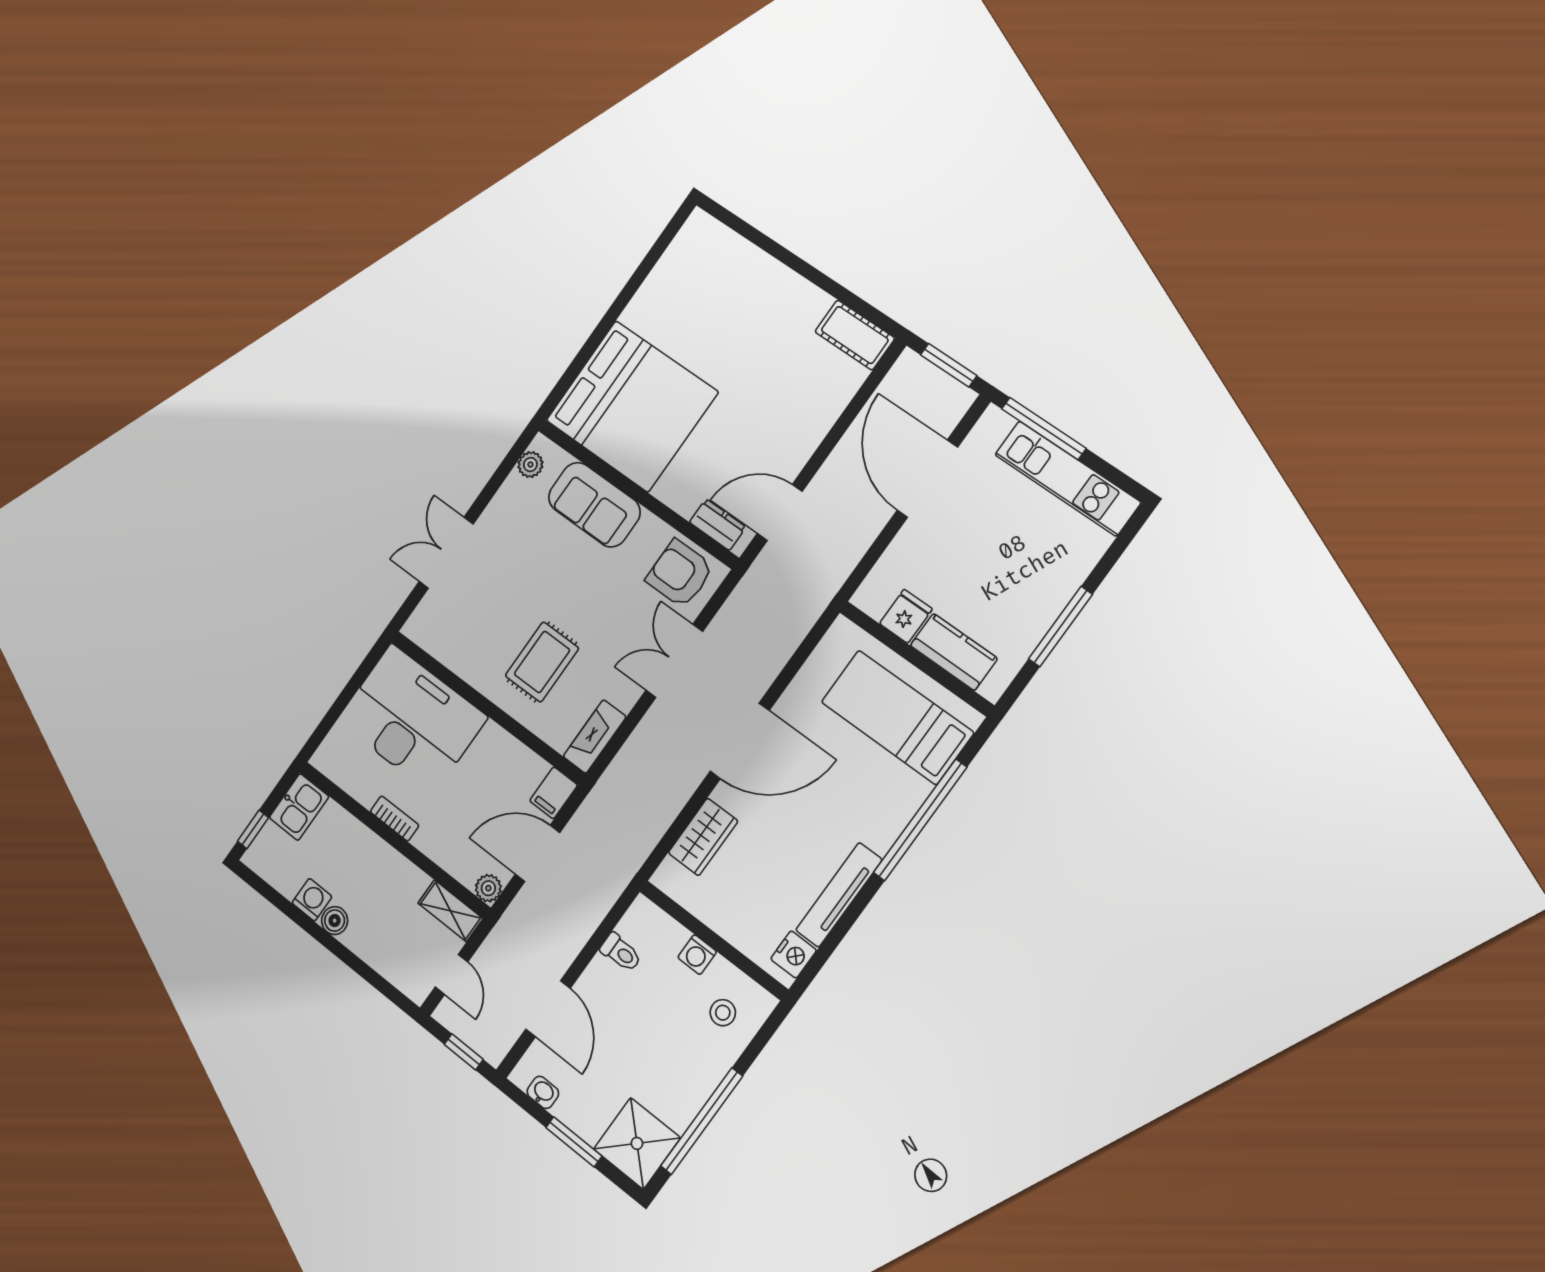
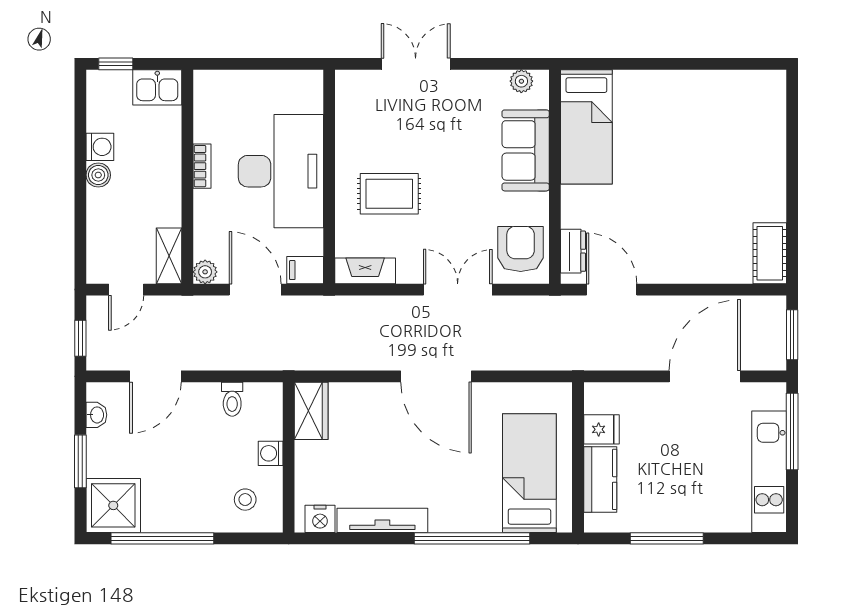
bed: (632, 406) -> (586, 127), width x0.49
desk: (412, 719) -> (281, 171), moved
wardrobe: (703, 837) -> (311, 411), moved, turned -90

